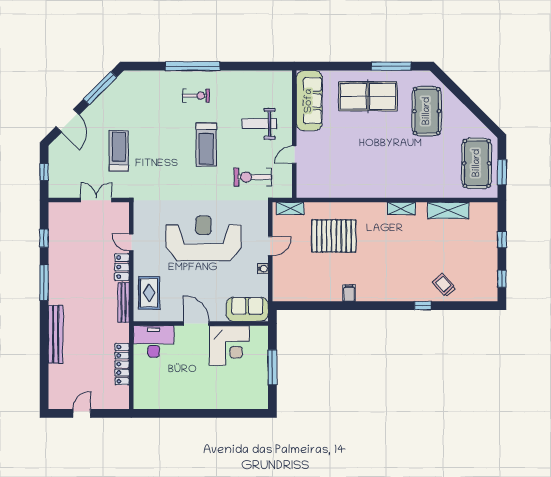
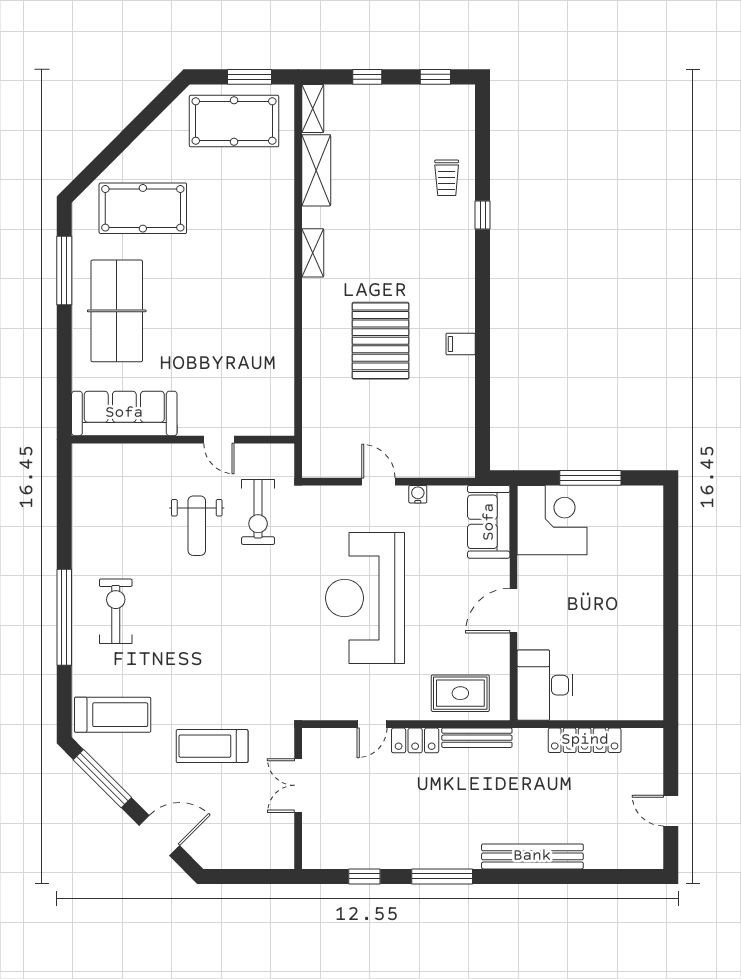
exercise bike: (196, 96) -> (116, 611), width x1.38, depth x1.39
weight bench: (259, 124) -> (197, 526), moved
treadmill: (206, 145) -> (113, 715), moved
window: (44, 172) -> (249, 876), removed
shelving: (290, 208) -> (313, 108), moved
pallet: (334, 236) -> (381, 341), moved
trolley: (444, 285) -> (447, 178), turned -48
corner desk: (229, 345) -> (552, 520), moved

